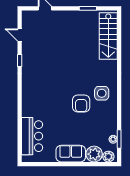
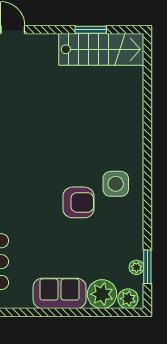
stairs: (108, 36) -> (101, 49), moved, turned -90
armchair: (81, 104) -> (78, 202), turned -90

